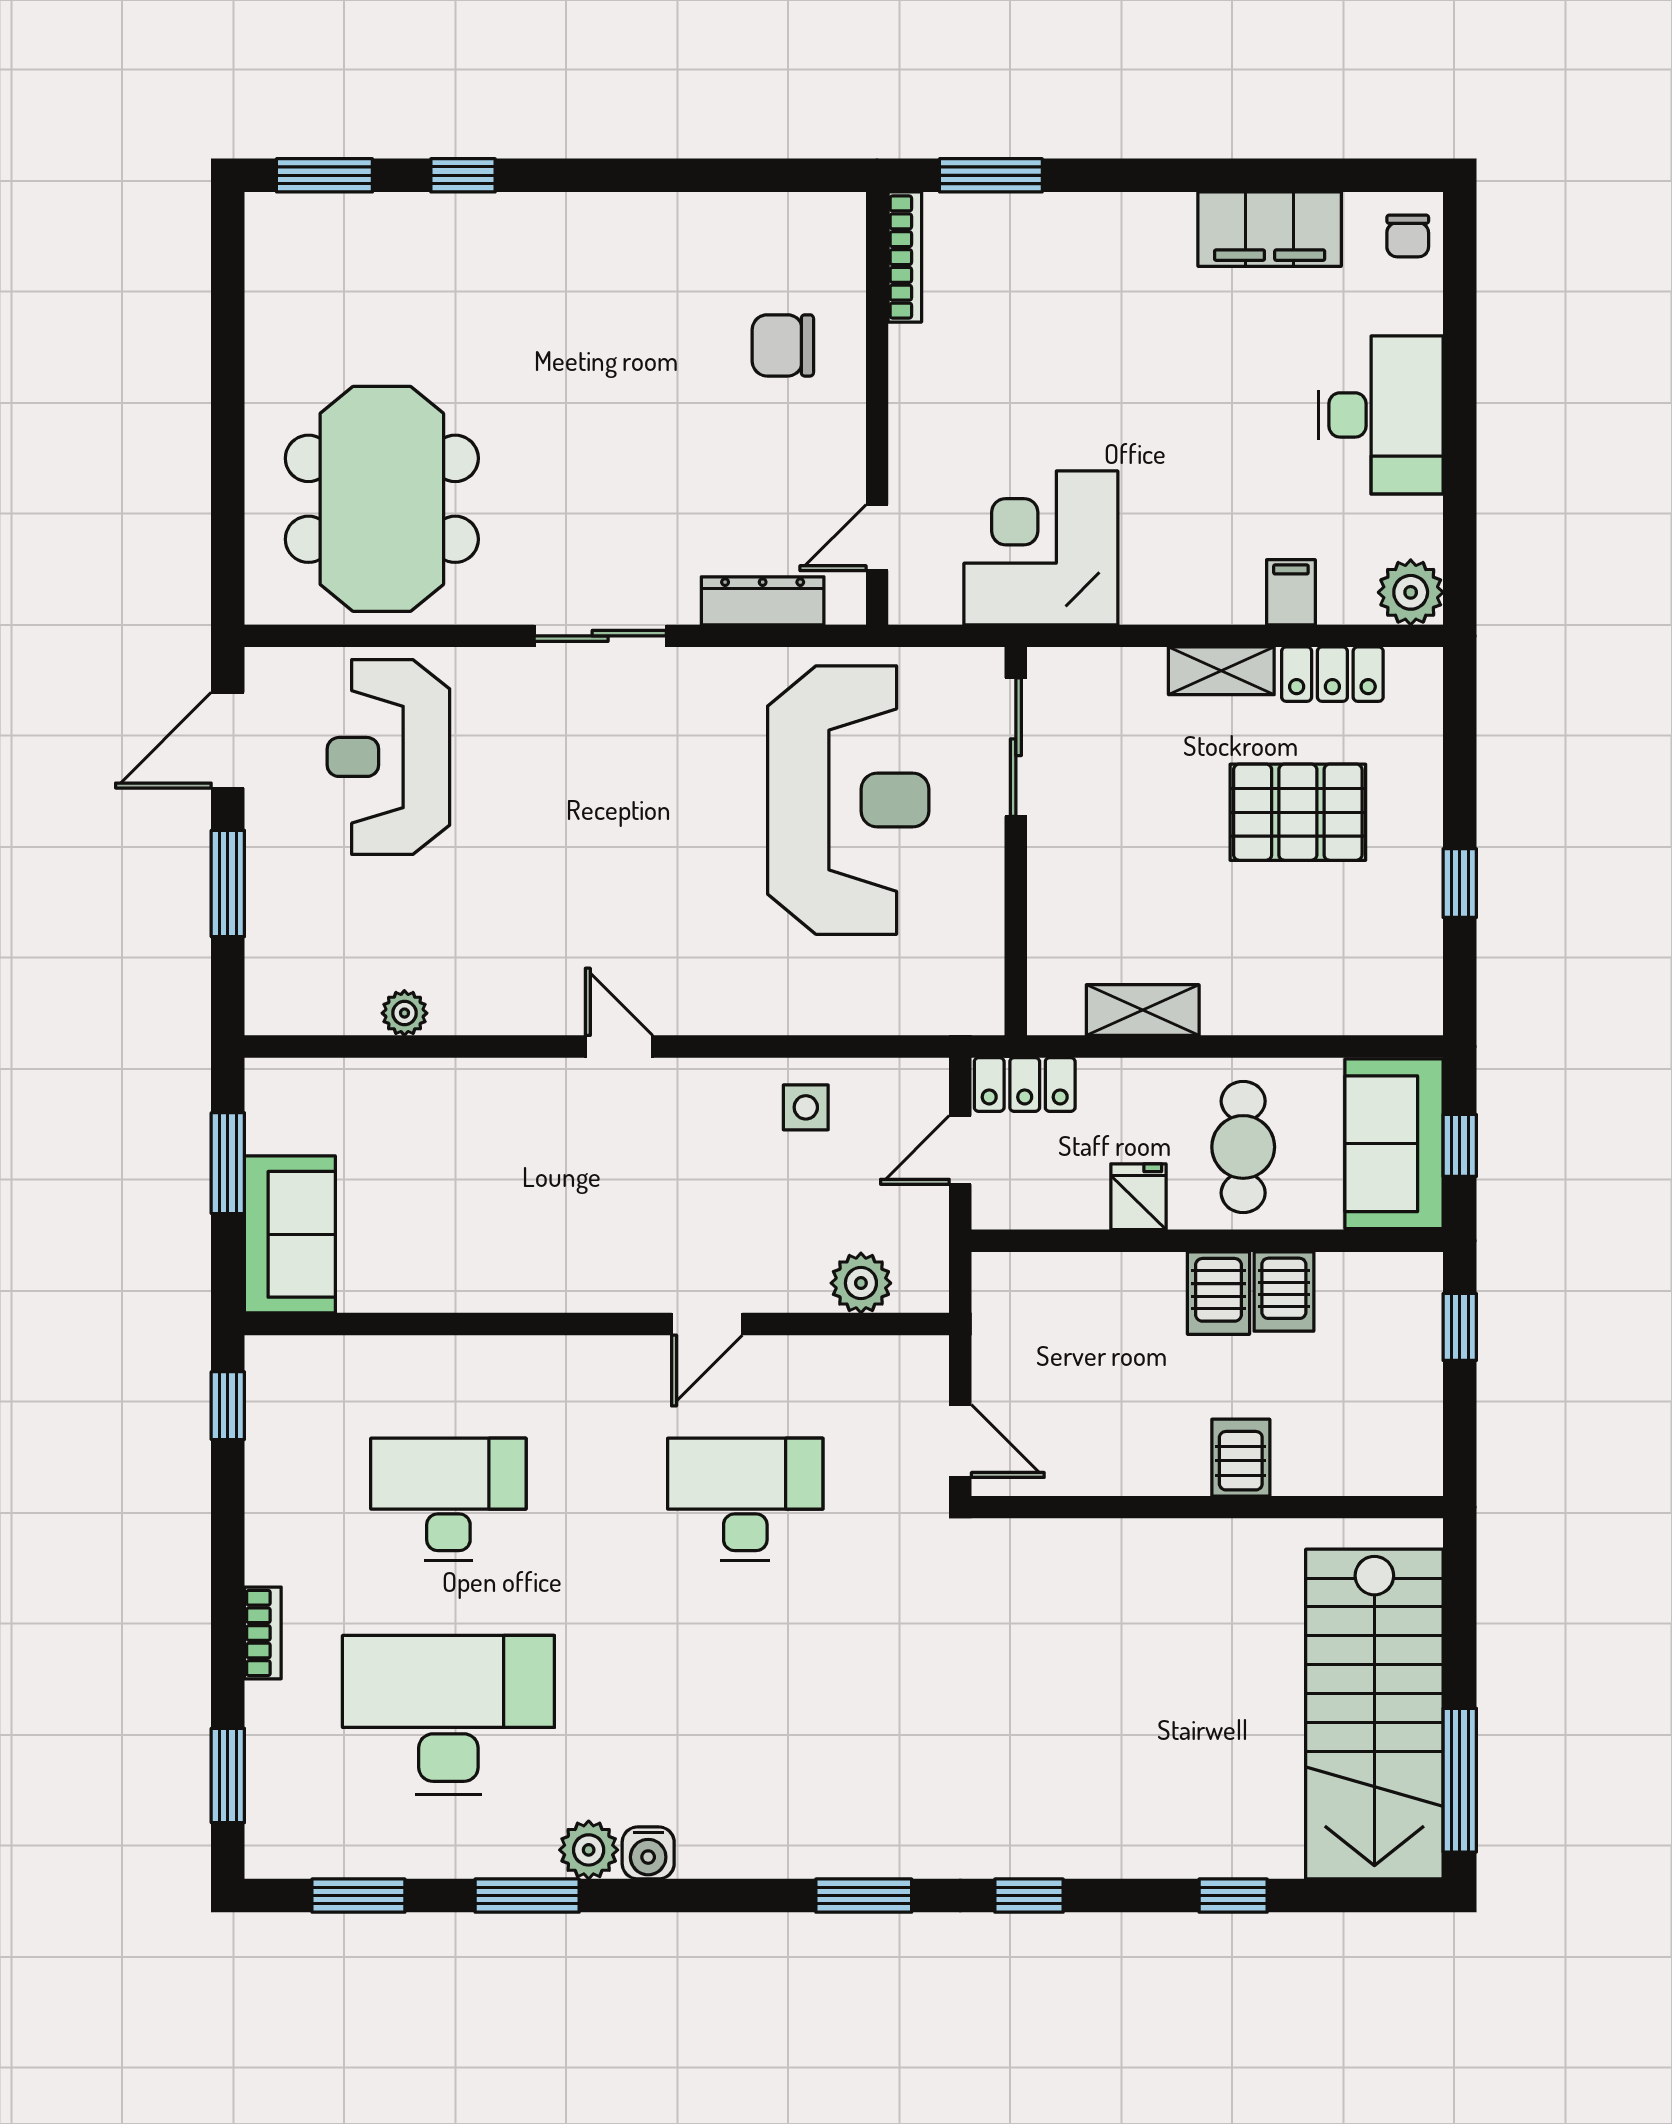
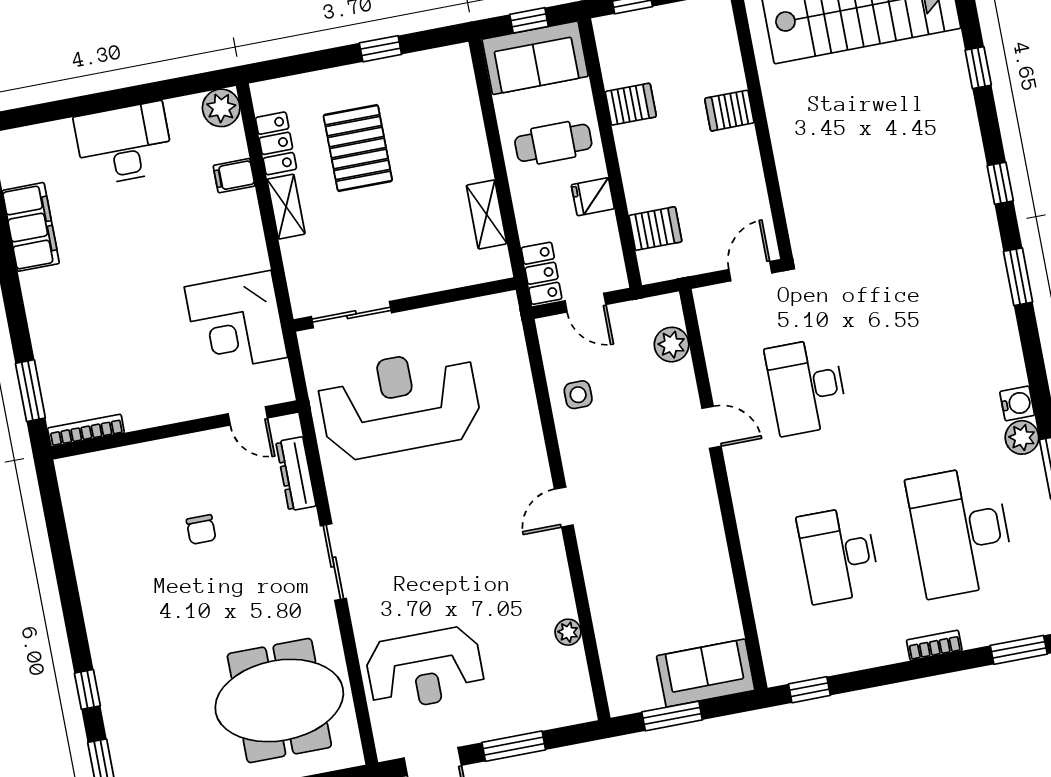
chair: (1408, 236) -> (20, 148), removed
chair: (783, 345) -> (201, 530), moved, width x0.73, depth x0.73
server rack: (1219, 1293) -> (655, 229), moved

